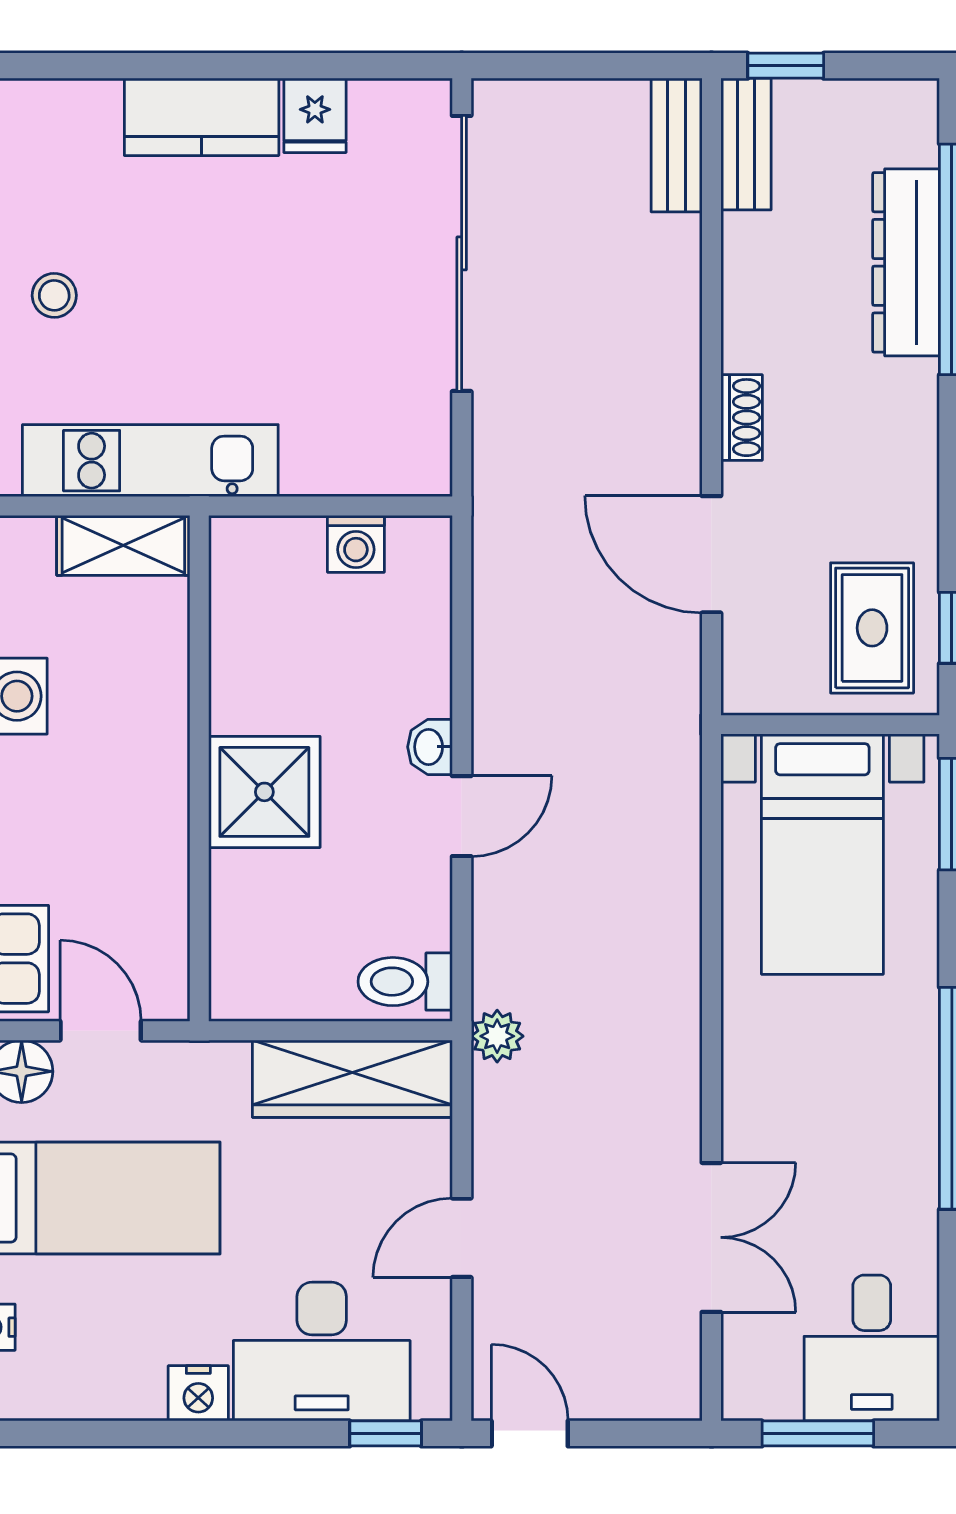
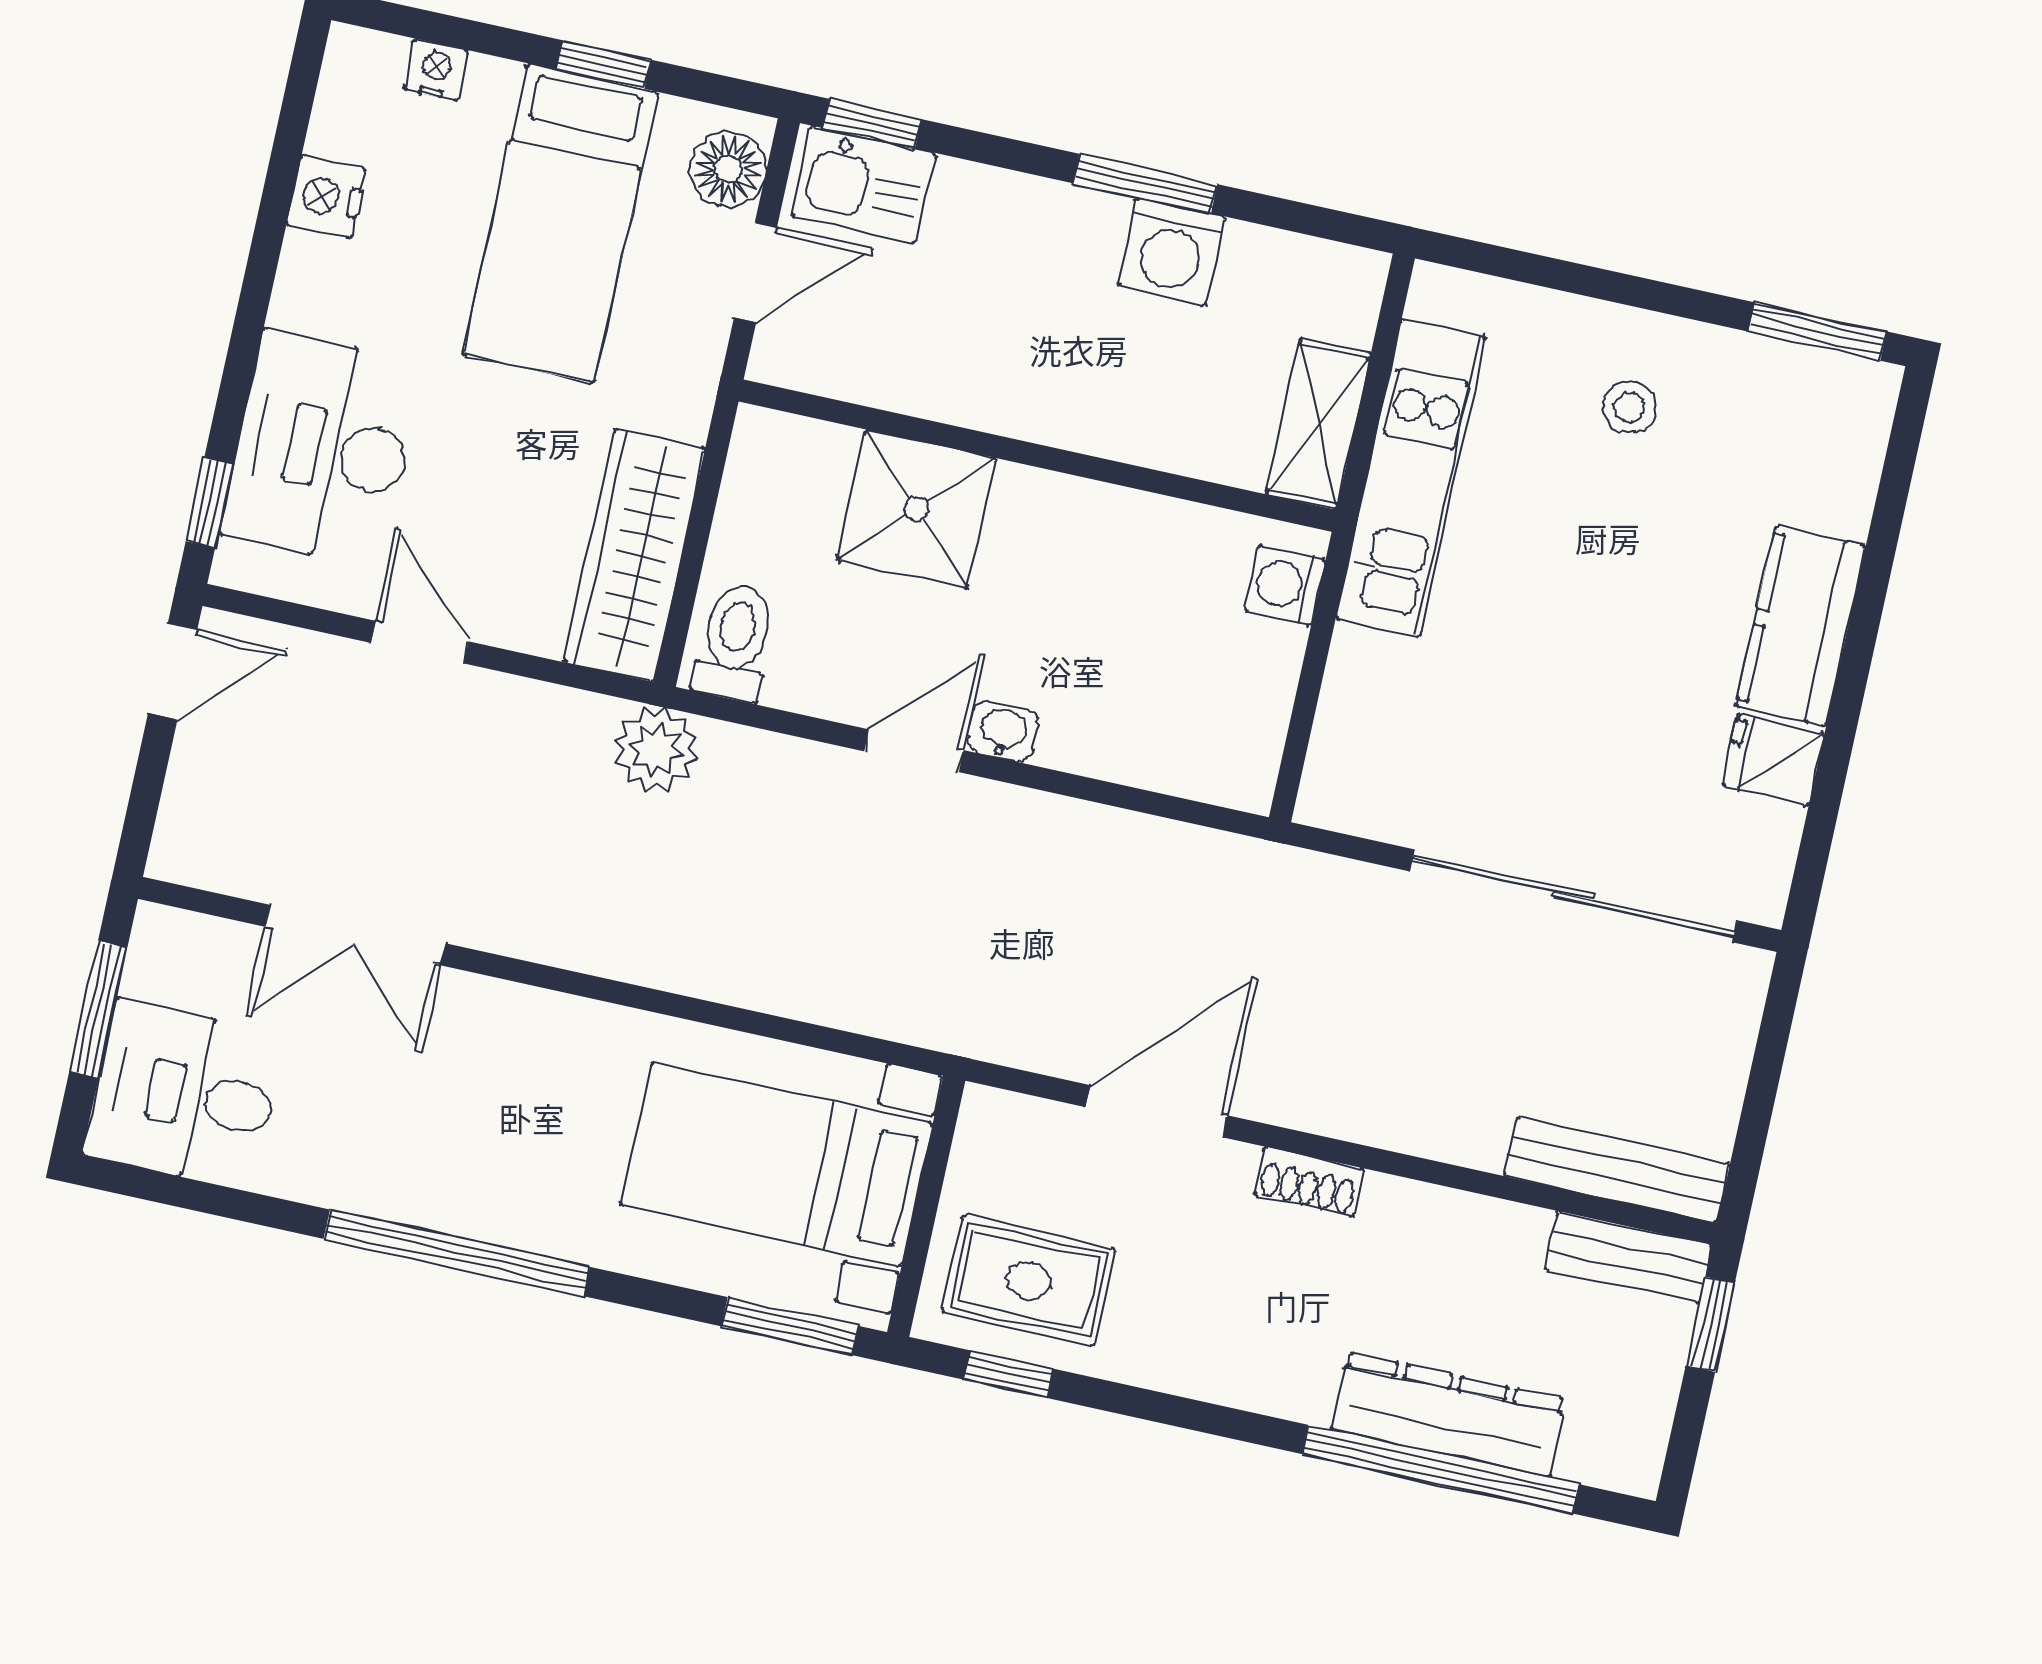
bench: (677, 145) -> (1617, 1170), width x1.36
washing machine: (356, 544) -> (1285, 585), moved
shower: (264, 792) -> (917, 509), moved
door: (462, 816) -> (914, 751), swing flipped
plant: (497, 1036) -> (656, 750), width x1.38, depth x1.38
nightstand: (198, 1393) -> (326, 197), moved

